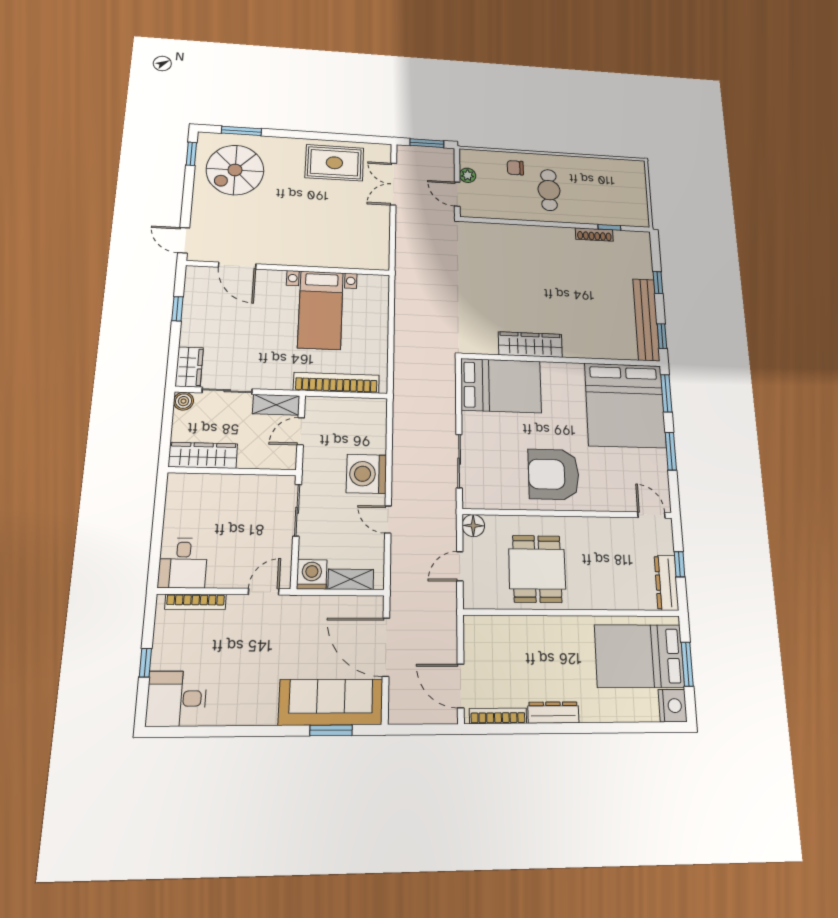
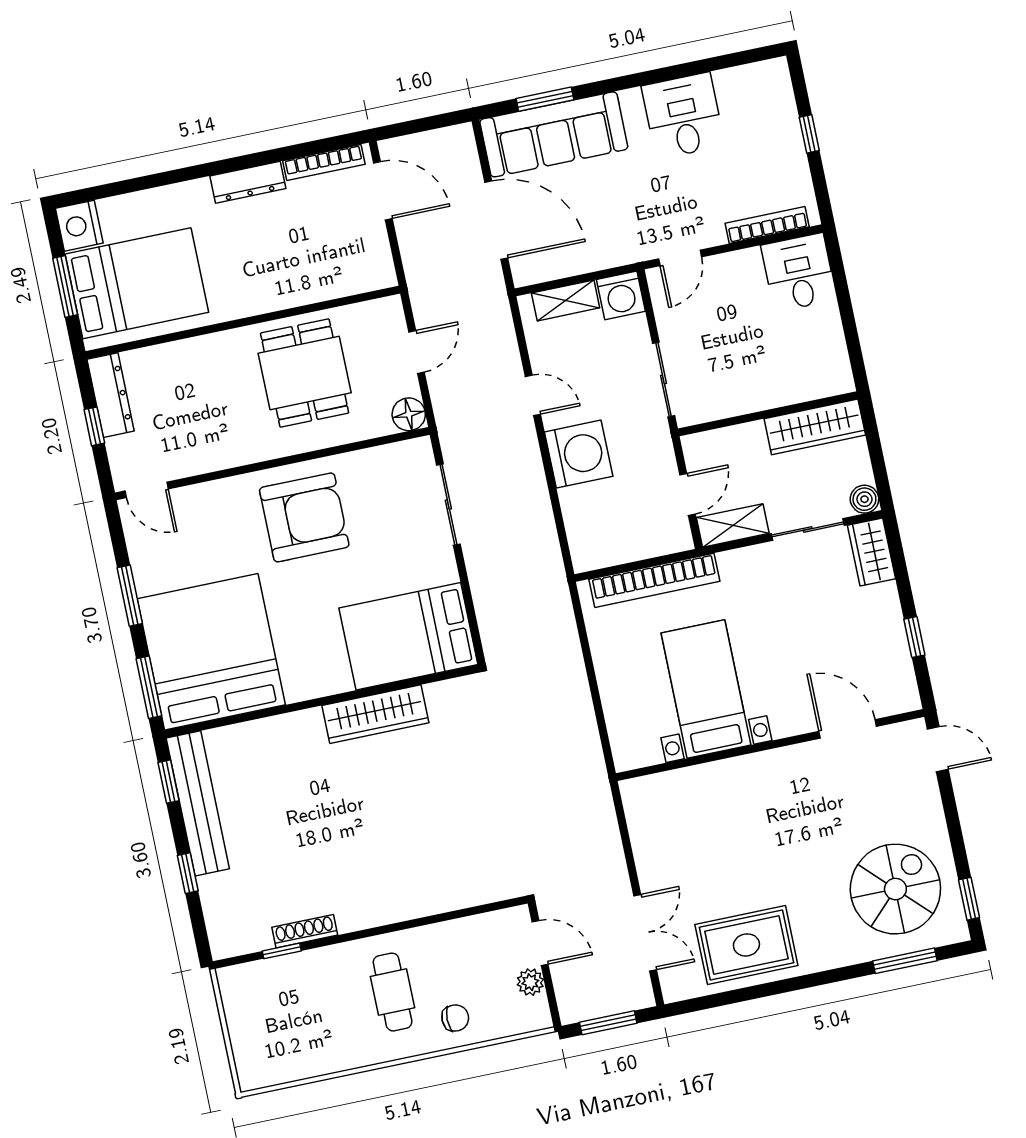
desk: (176, 699) -> (683, 116), moved, turned -90

